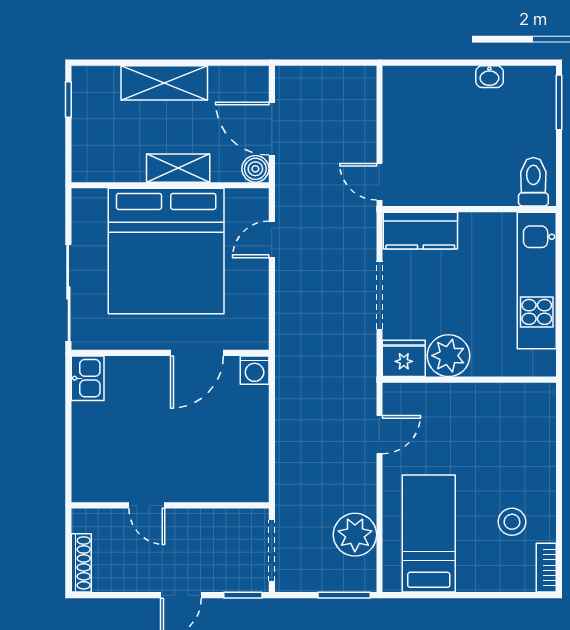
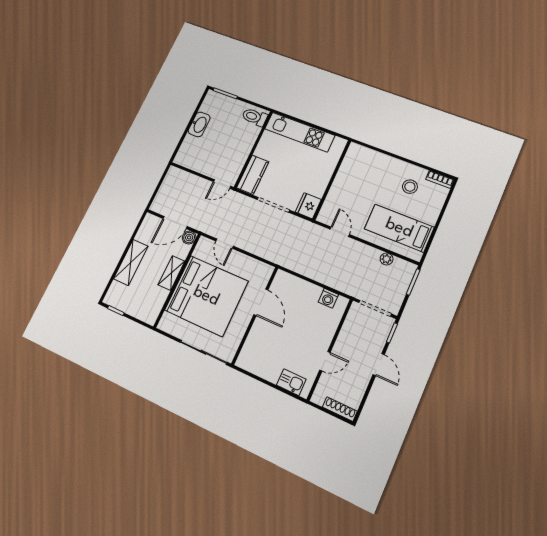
washbasin: (489, 77) -> (199, 124), width x1.91, depth x1.45
plant: (449, 356) -> (316, 185), removed
washing machine: (255, 370) -> (328, 298), moved, turned 90
kitchen sink: (88, 378) -> (291, 382), moved
plant: (355, 535) -> (387, 259), width x0.53, depth x0.53

